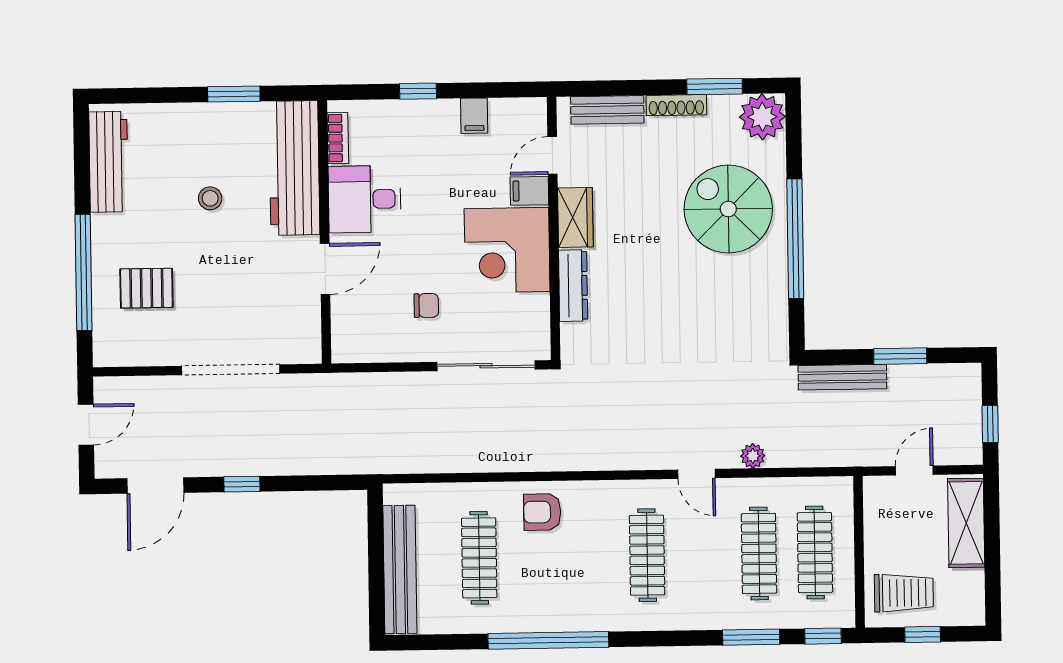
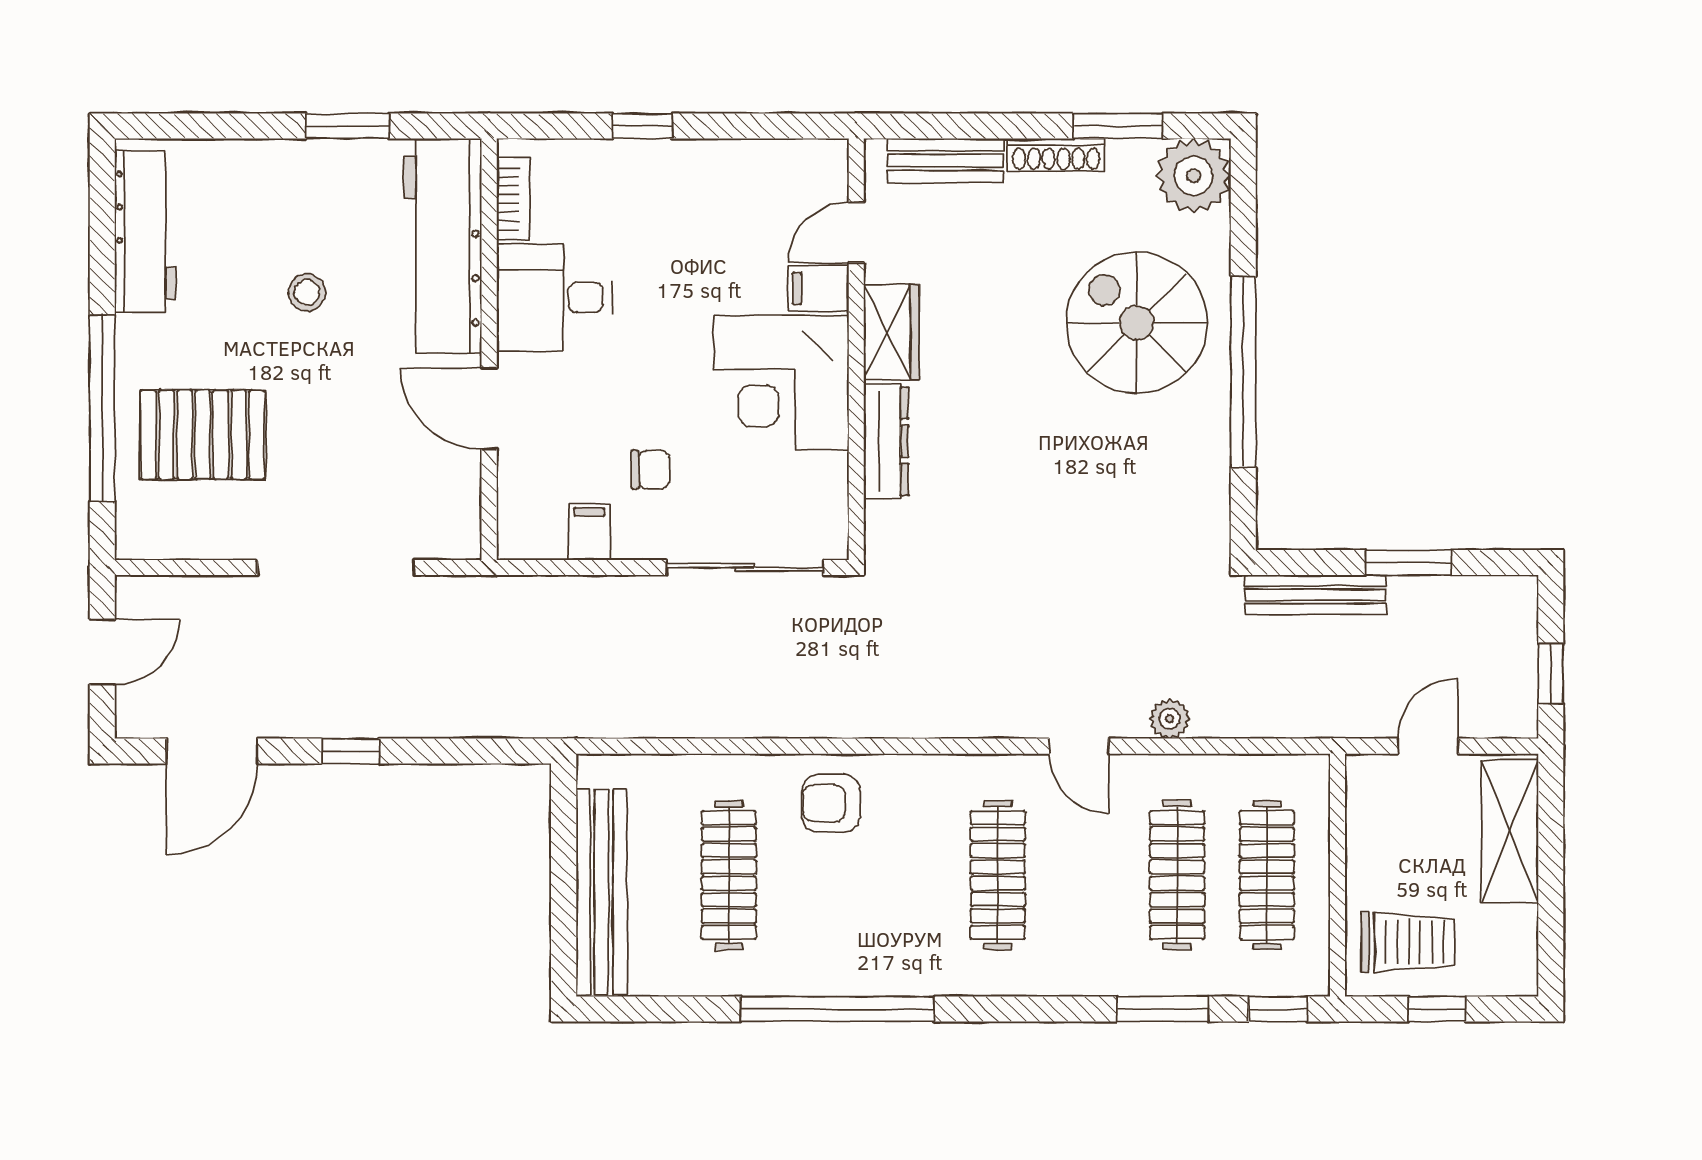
filing cabinet: (474, 116) -> (589, 532), moved, turned 180
door: (325, 269) -> (489, 408), swing flipped
pallet: (146, 288) -> (203, 435), width x1.50, depth x1.42

